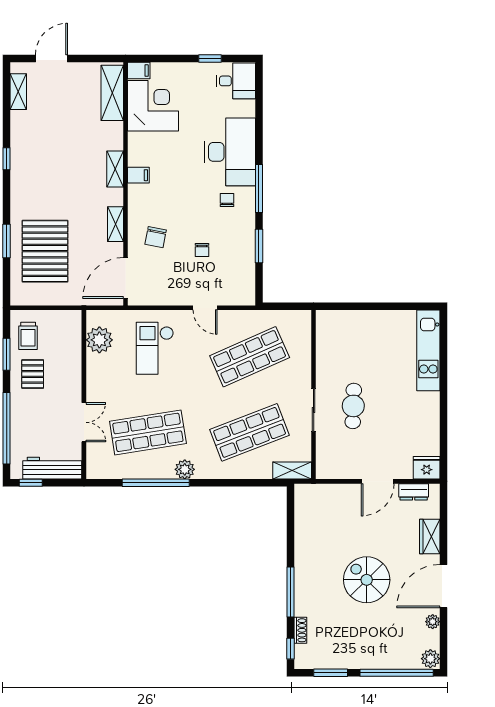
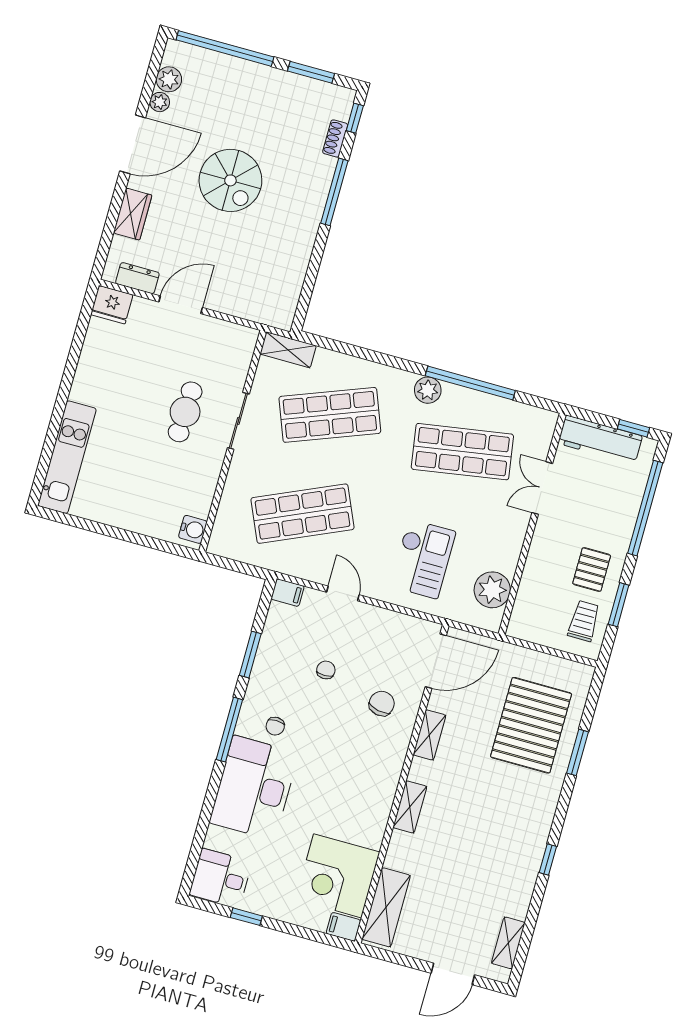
filing cabinet: (138, 175) -> (288, 593), moved, turned 180
water cooler: (325, 324) -> (193, 529), added
plant: (430, 659) -> (169, 79), moved

